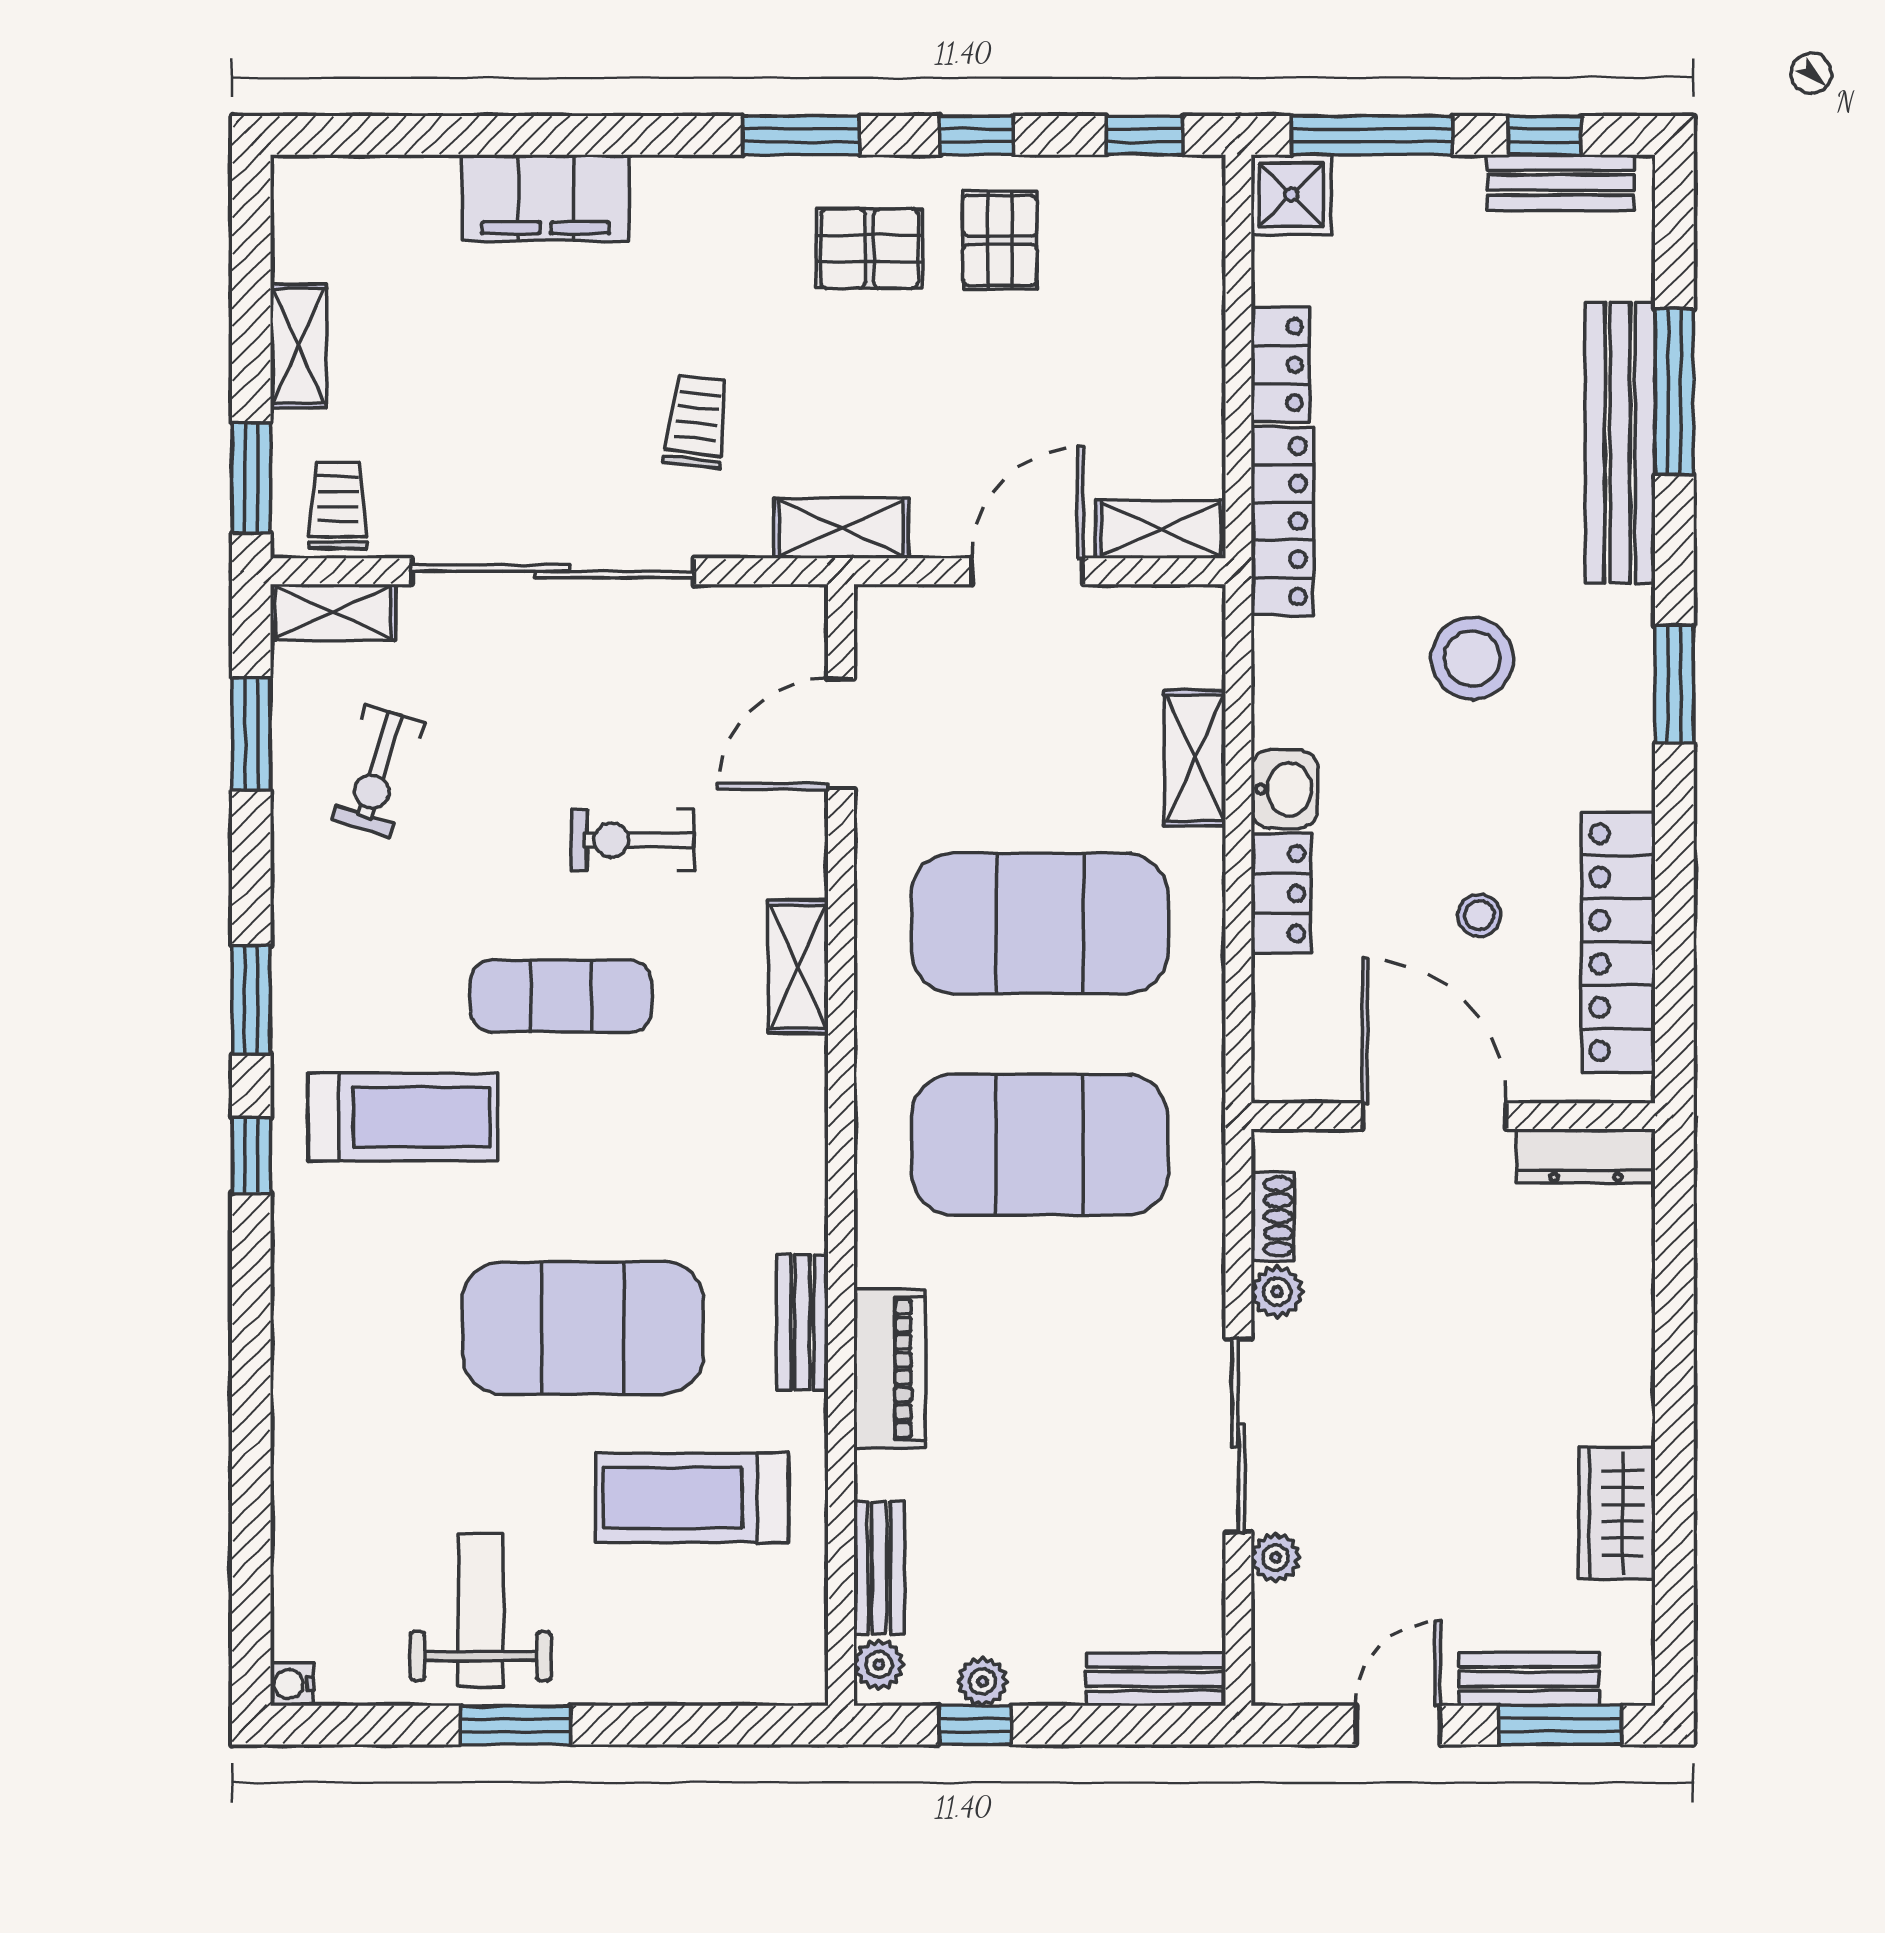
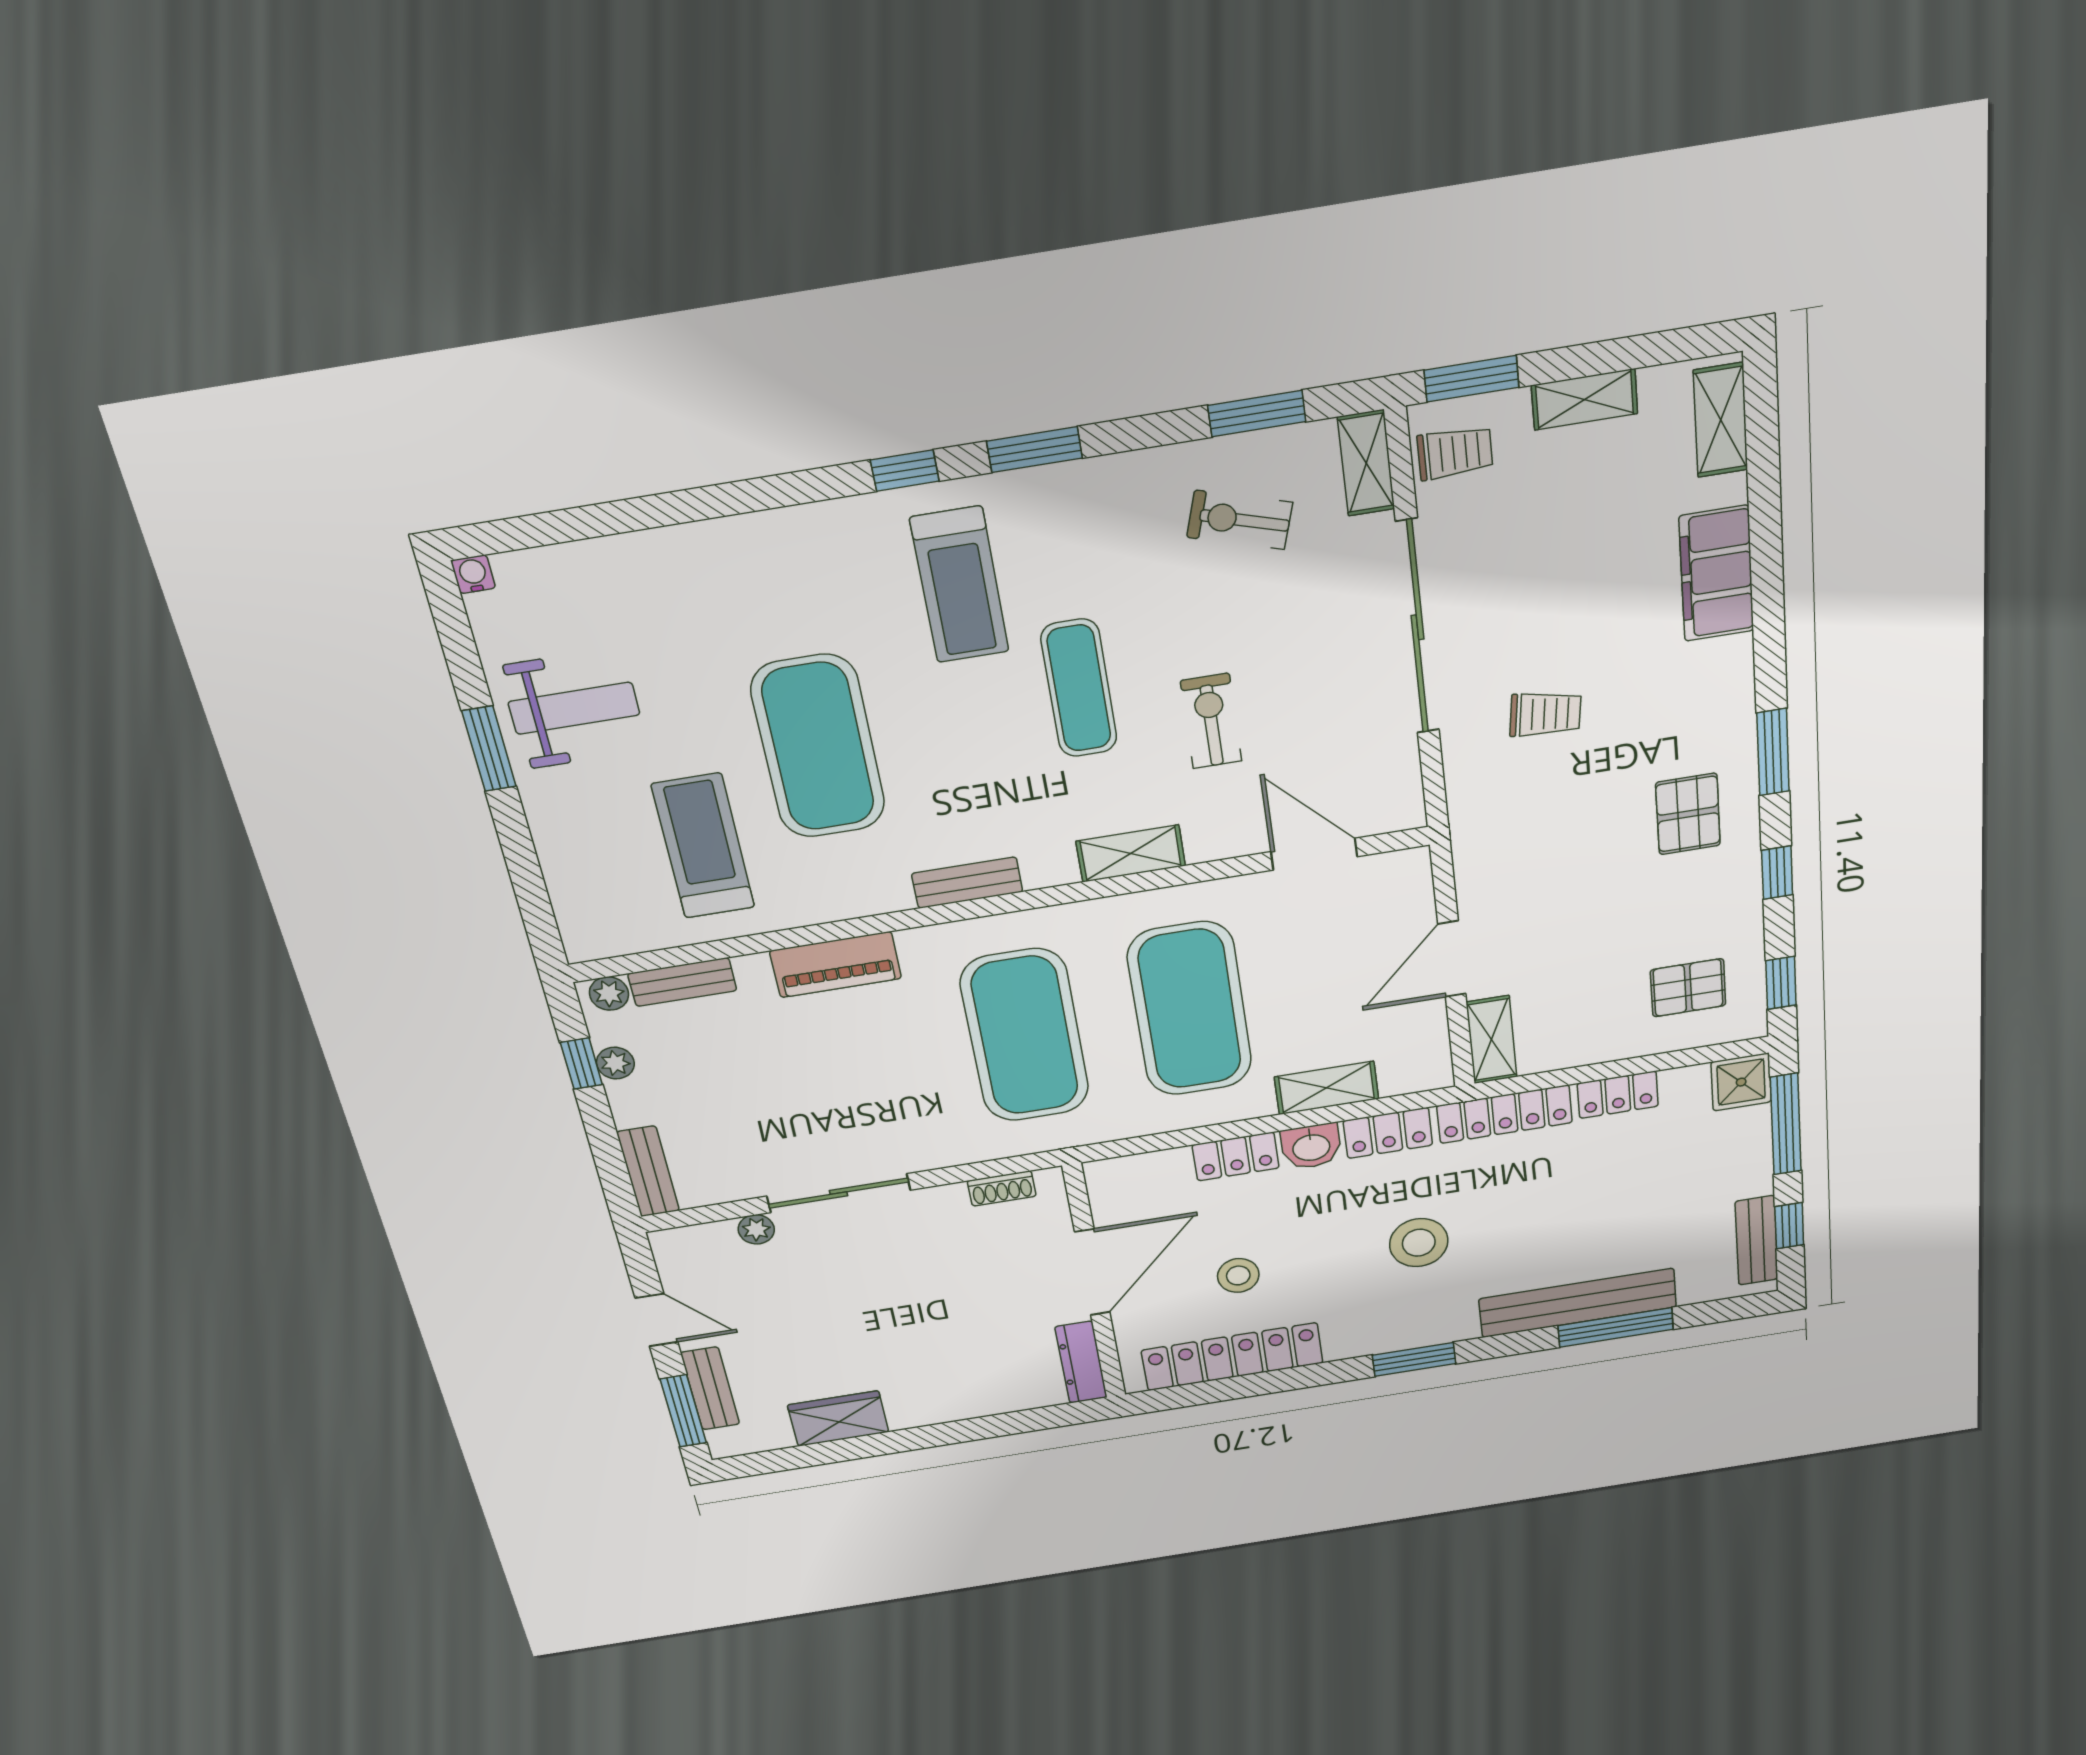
pallet: (1000, 240) -> (1688, 988), moved
shelving: (841, 528) -> (1721, 420), moved
door: (1027, 571) -> (1452, 959), swing flipped
locker: (1283, 683) -> (1388, 1133), added
stool: (1479, 915) -> (1238, 1275), width x1.37, depth x1.37
plant: (1277, 1292) -> (948, 1200), removed
bench: (802, 1322) -> (967, 883), moved

